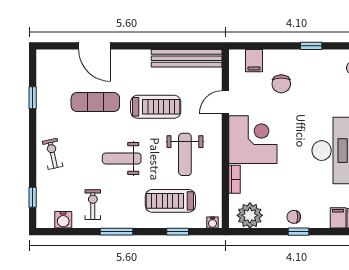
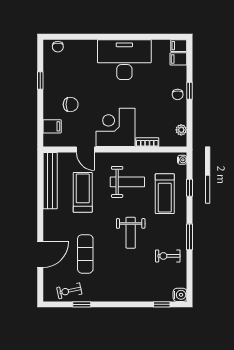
treadmill: (156, 107) -> (83, 192), moved
exercise bike: (53, 154) -> (69, 291), moved
plant: (250, 215) -> (181, 130), width x0.53, depth x0.53
water cooler: (63, 220) -> (180, 295), moved

